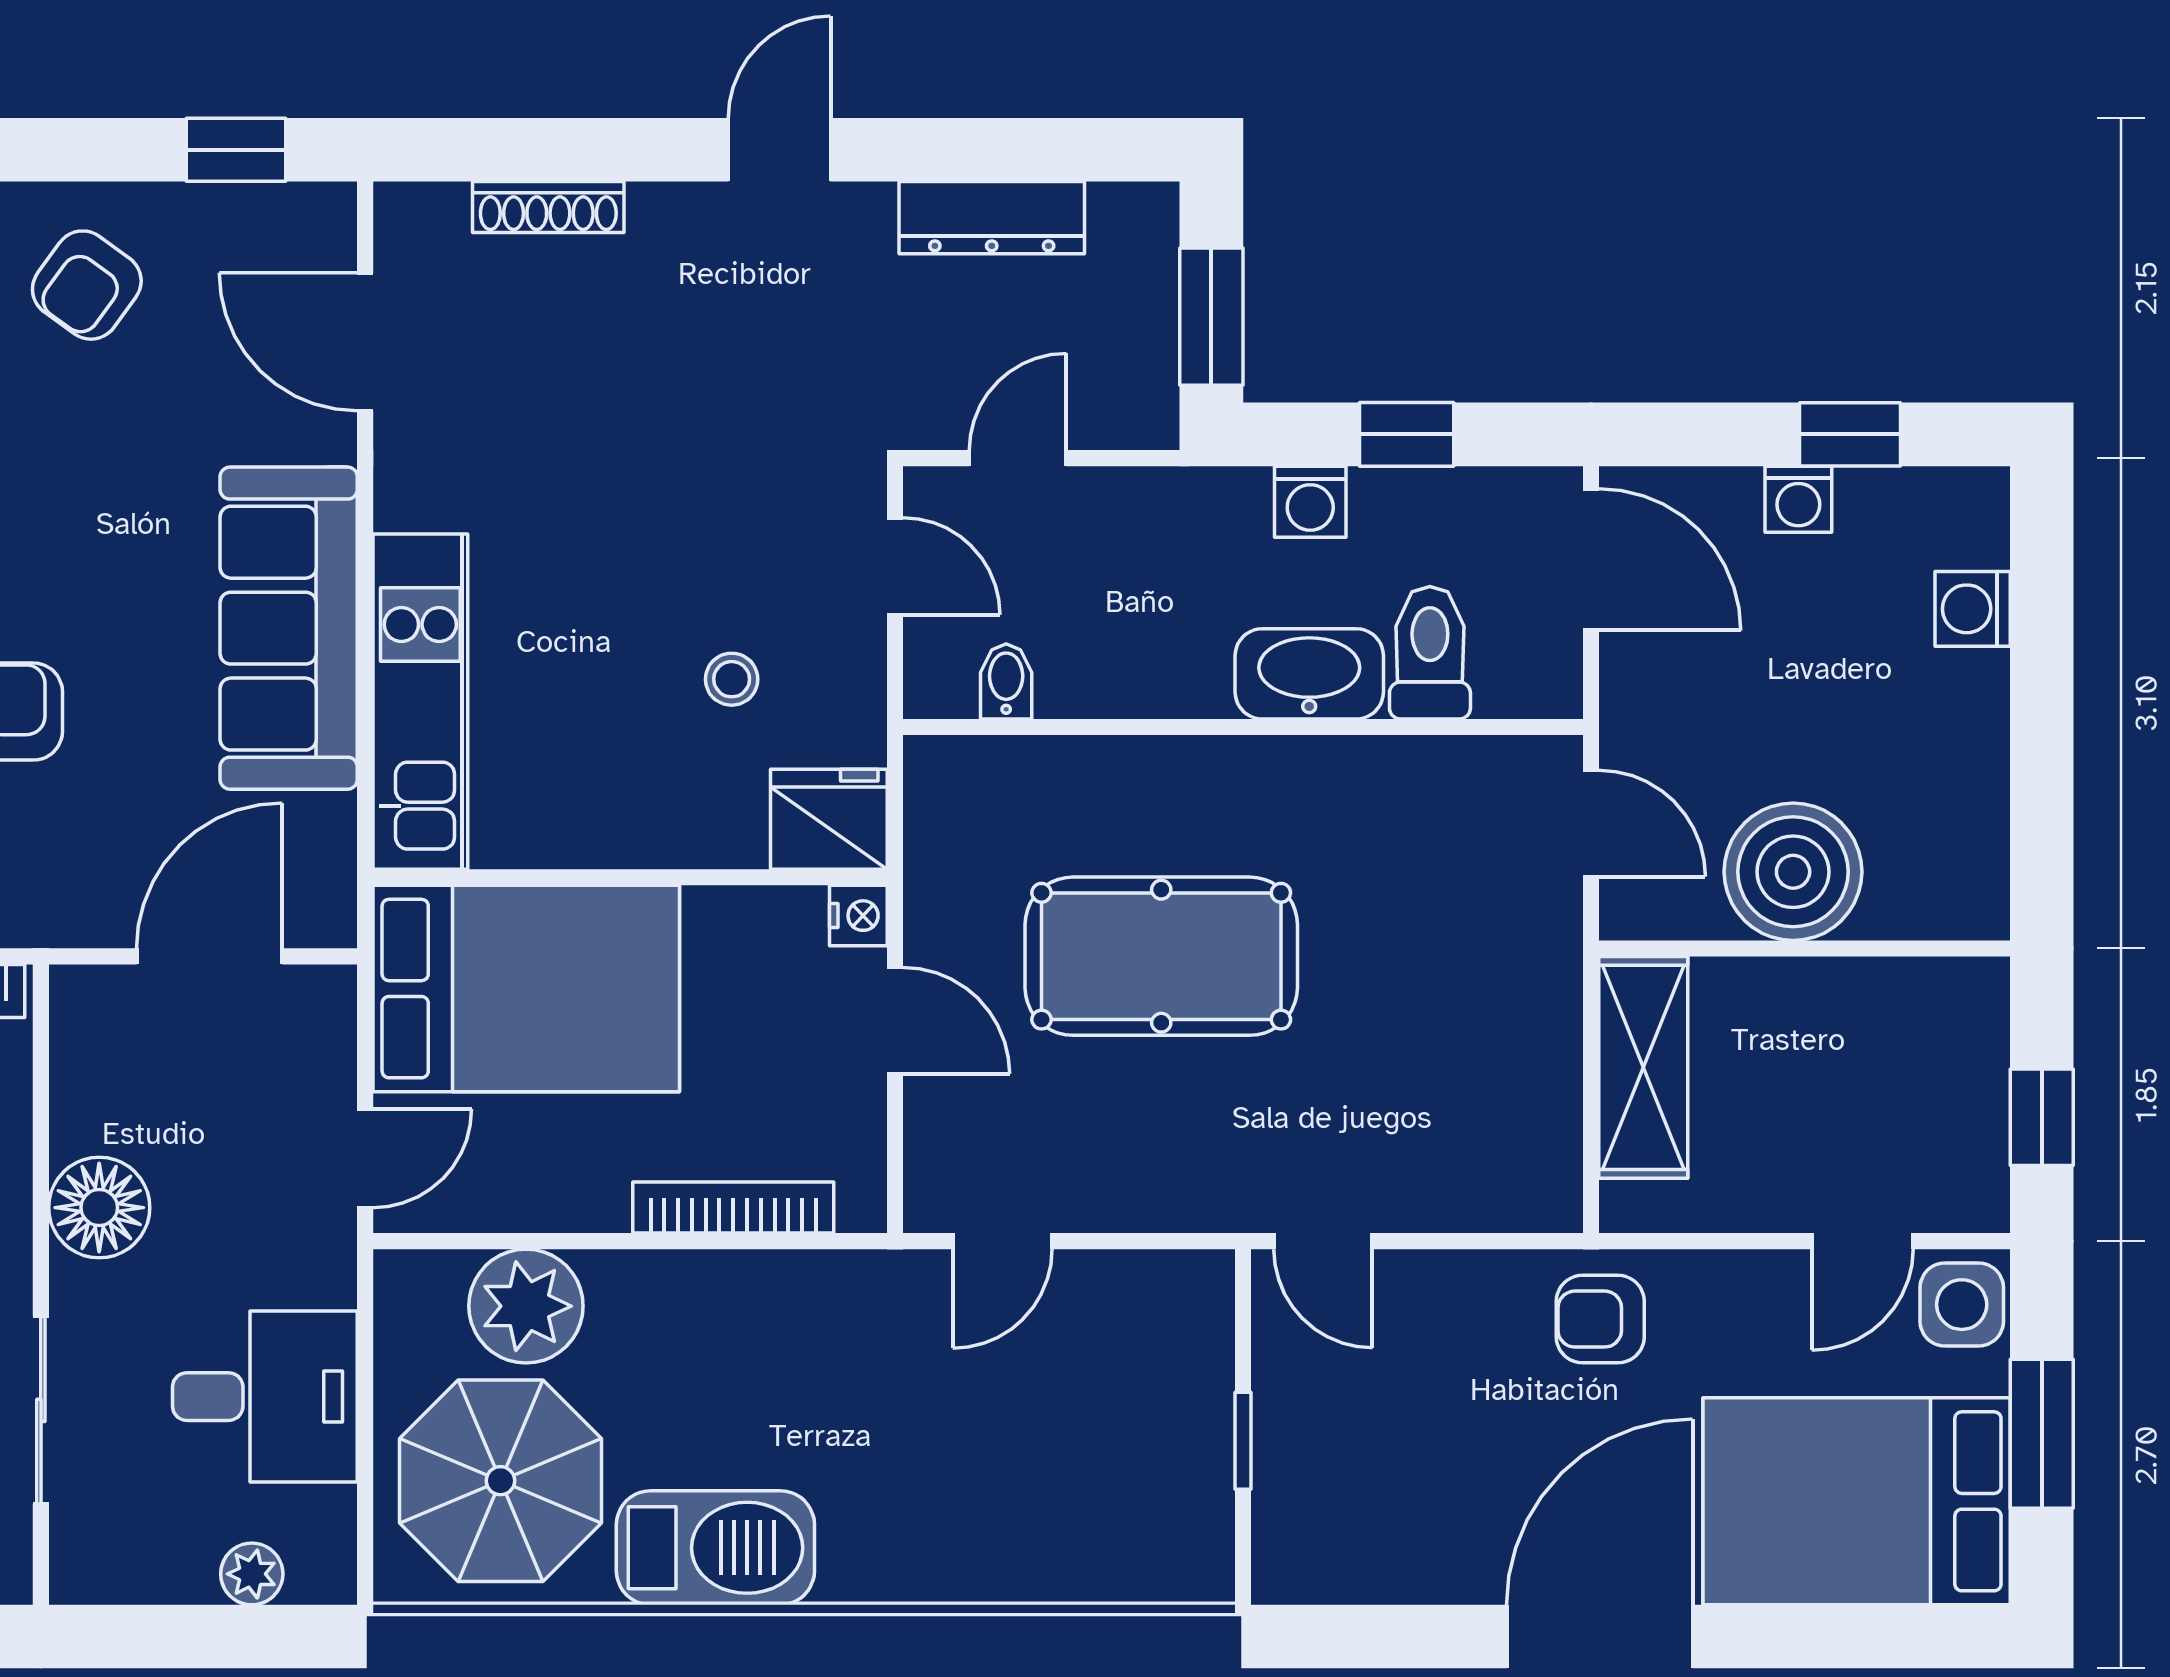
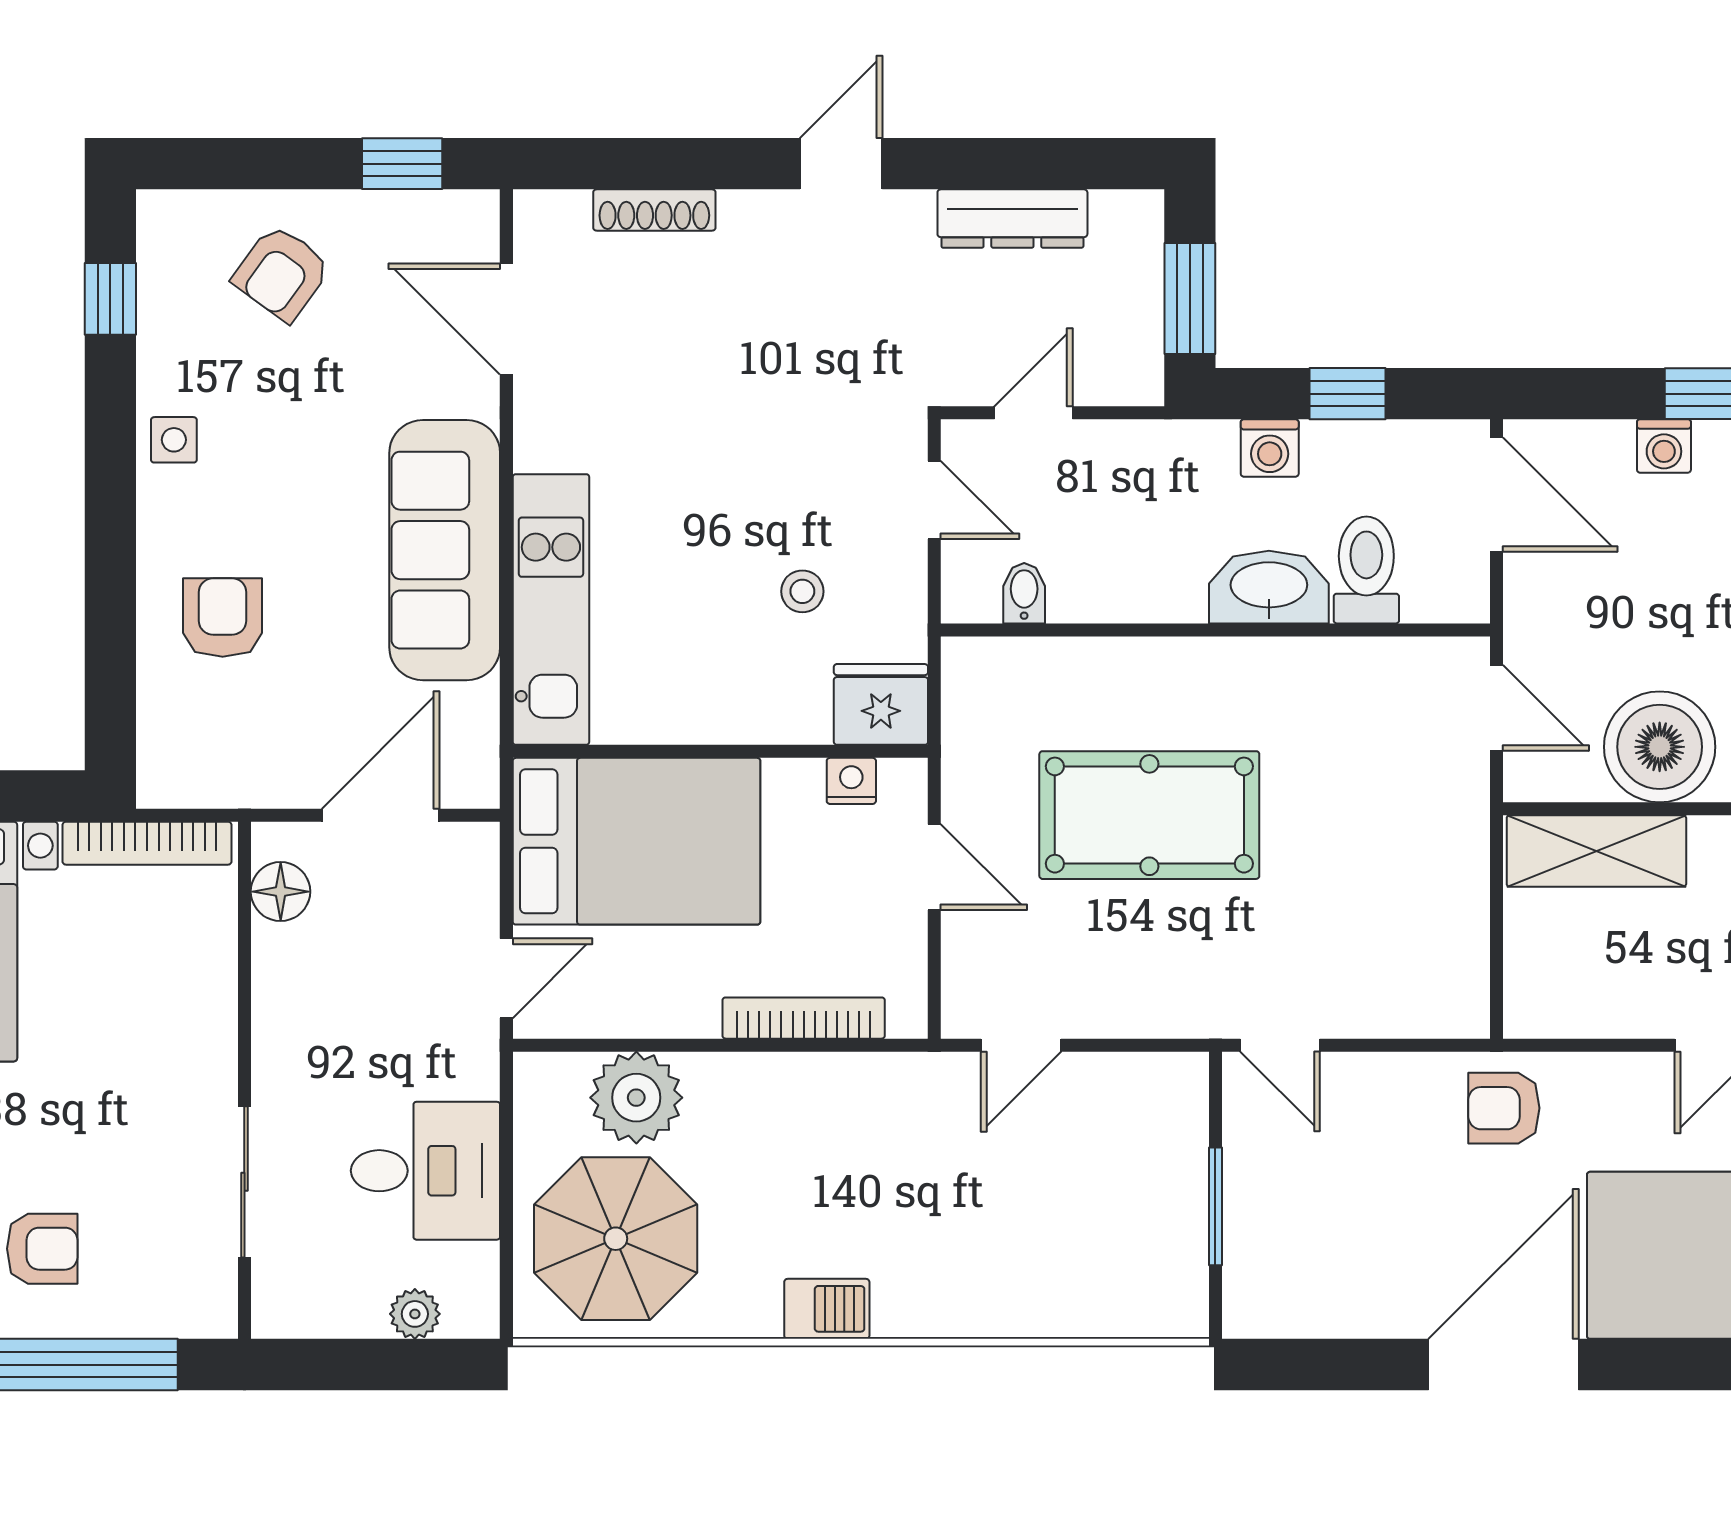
nightstand: (858, 916) -> (851, 781), moved, turned -90
shelving: (1643, 1067) -> (1596, 851), moved, turned 90
floor lamp: (99, 1208) -> (281, 892), moved, width x0.73, depth x0.73
window: (1243, 1441) -> (1215, 1206), width x1.50
barbecue: (715, 1548) -> (827, 1309), width x0.53, depth x0.65

